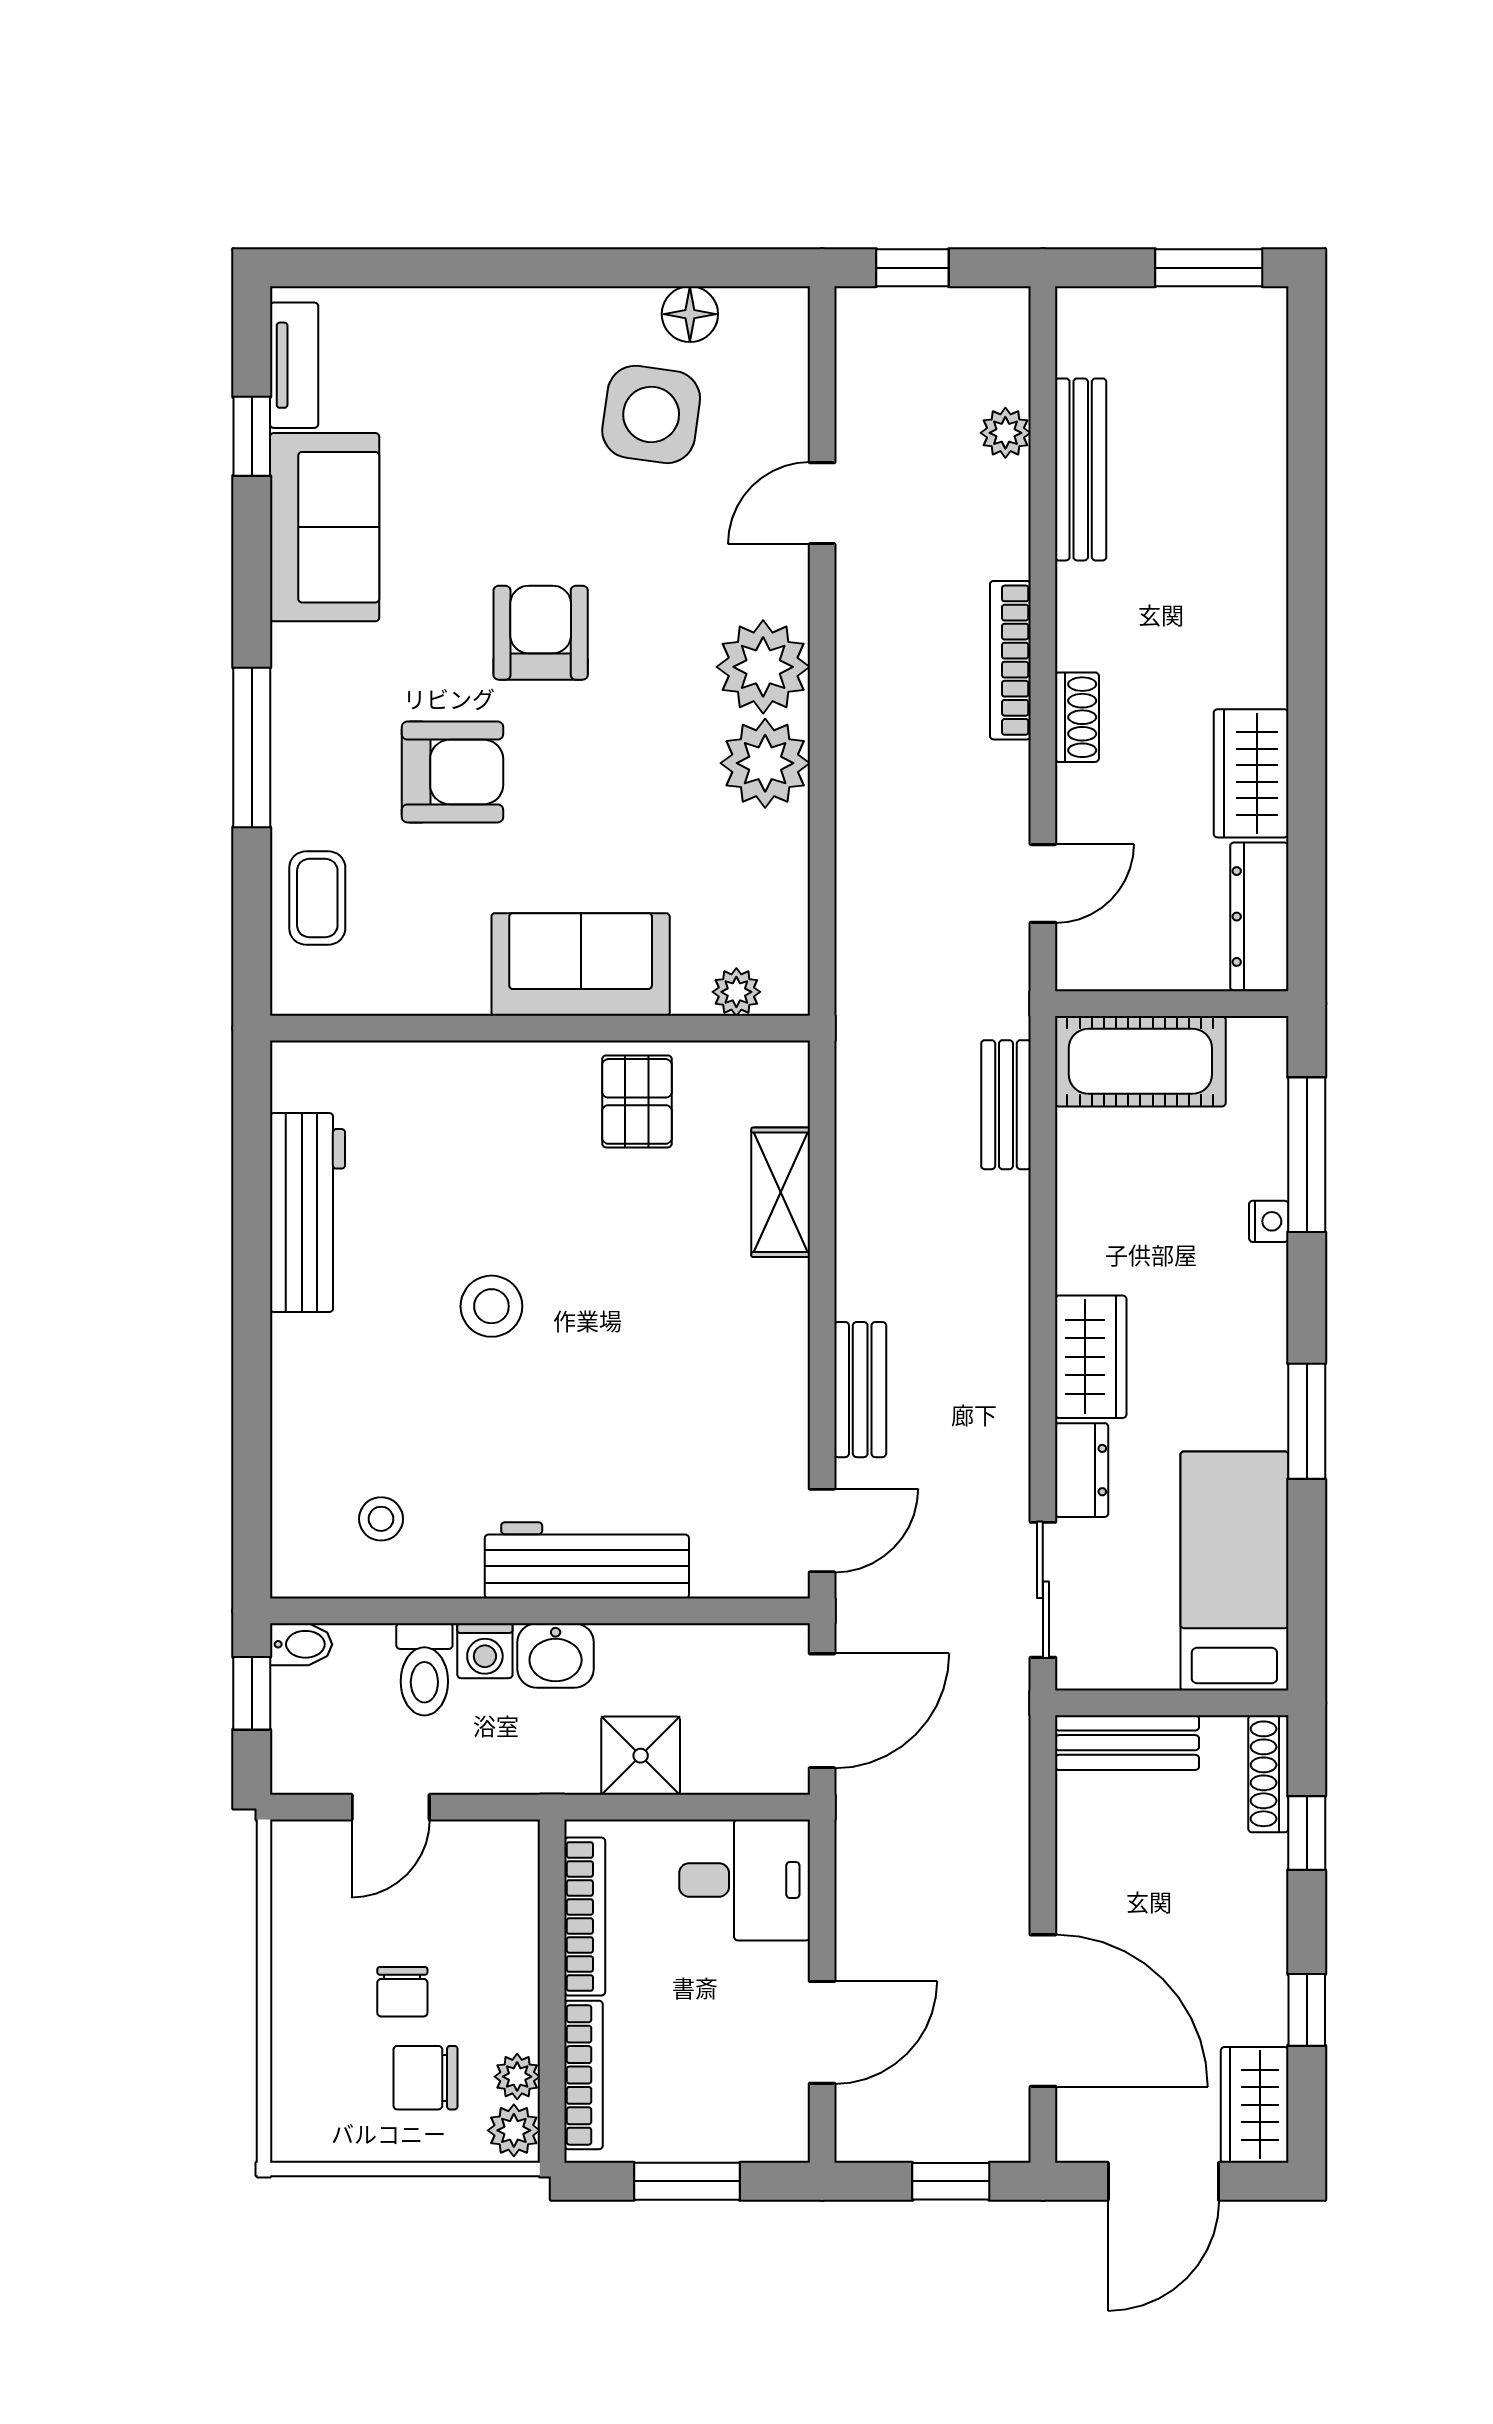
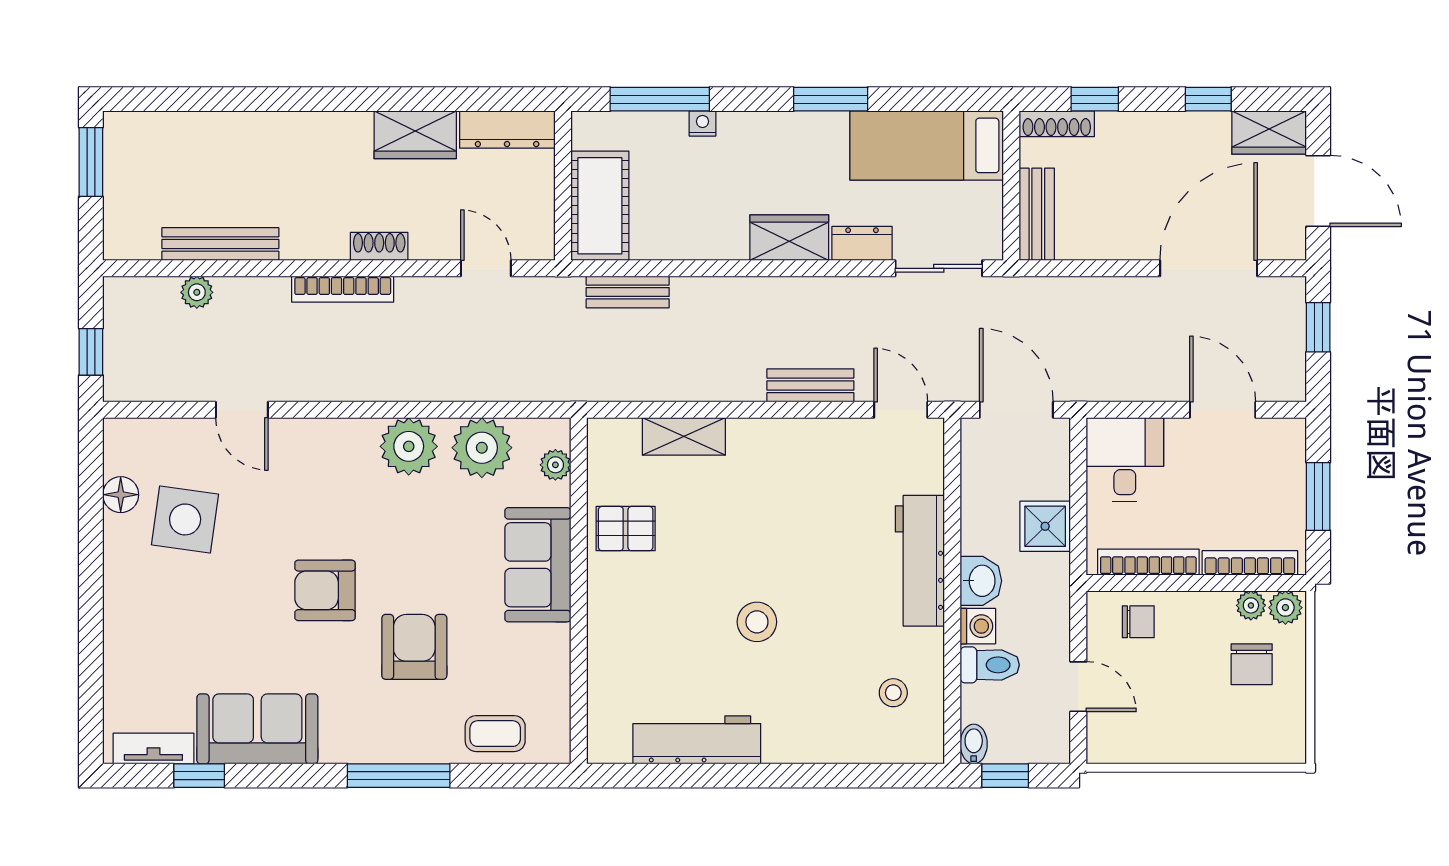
plant: (763, 667) -> (482, 448), moved
chair: (402, 1992) -> (1138, 622), moved

